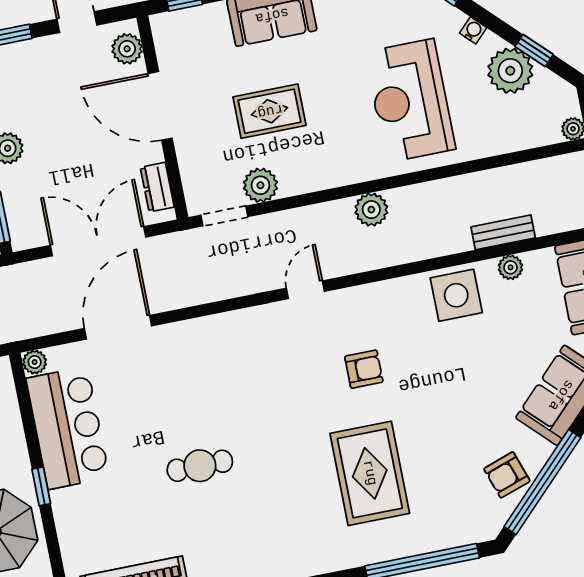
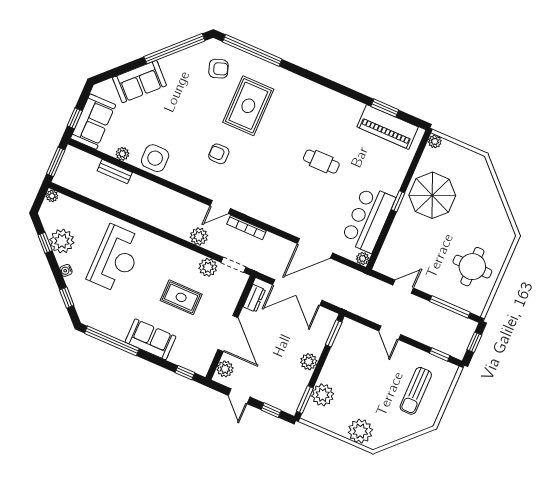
plant: (371, 210) -> (199, 236), moved
bookcase: (244, 287) -> (246, 227), added
armchair: (507, 475) -> (218, 69), moved

